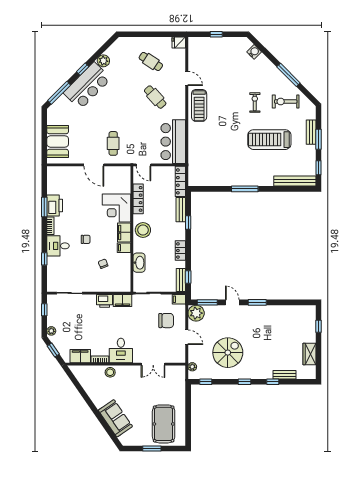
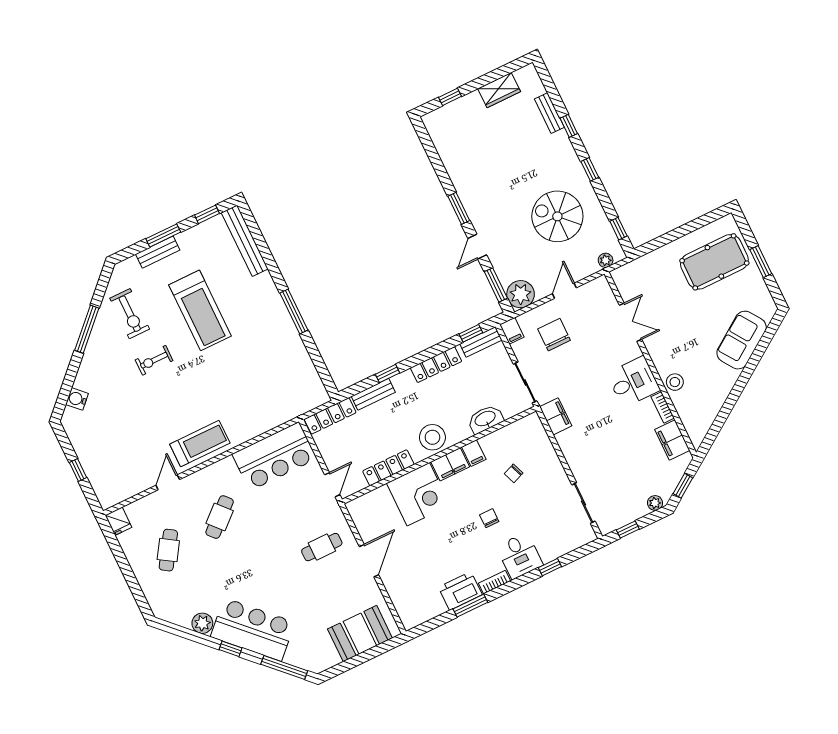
locker: (180, 250) -> (436, 365), width x1.53
printer: (105, 301) -> (569, 444), removed

